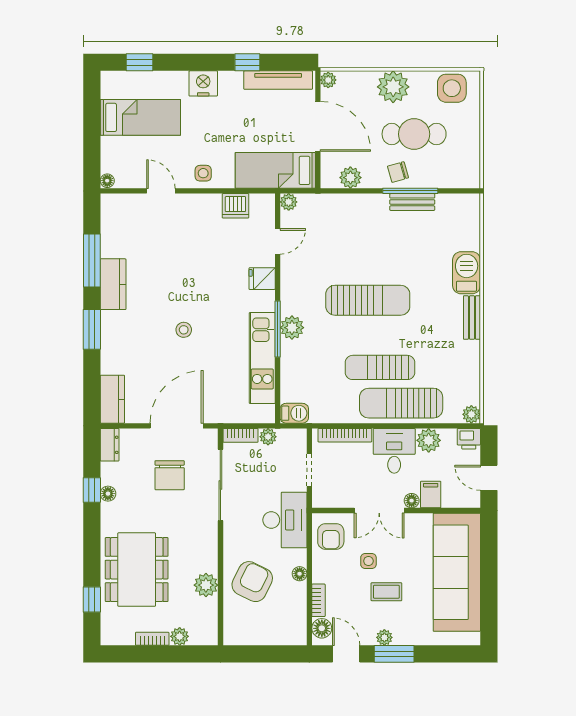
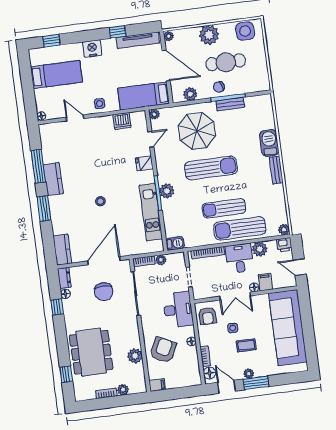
parasol: (353, 238) -> (197, 131), added
floor lamp: (108, 494) -> (65, 294), moved
filing cabinet: (235, 636) -> (157, 385), added

